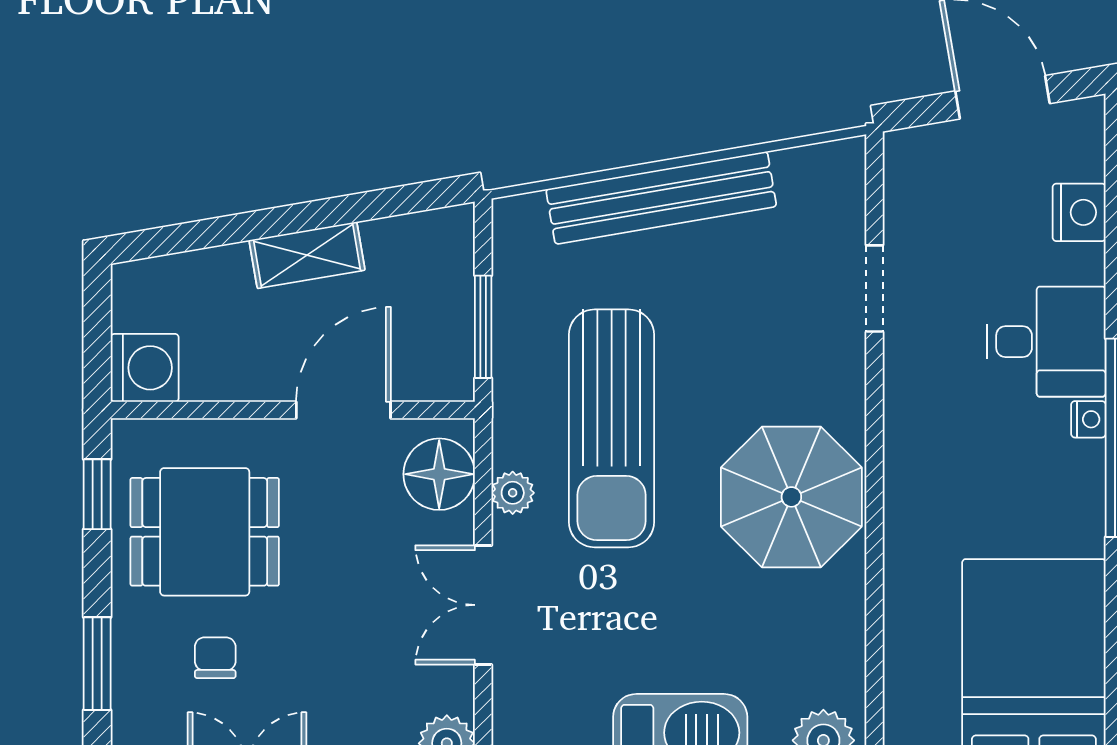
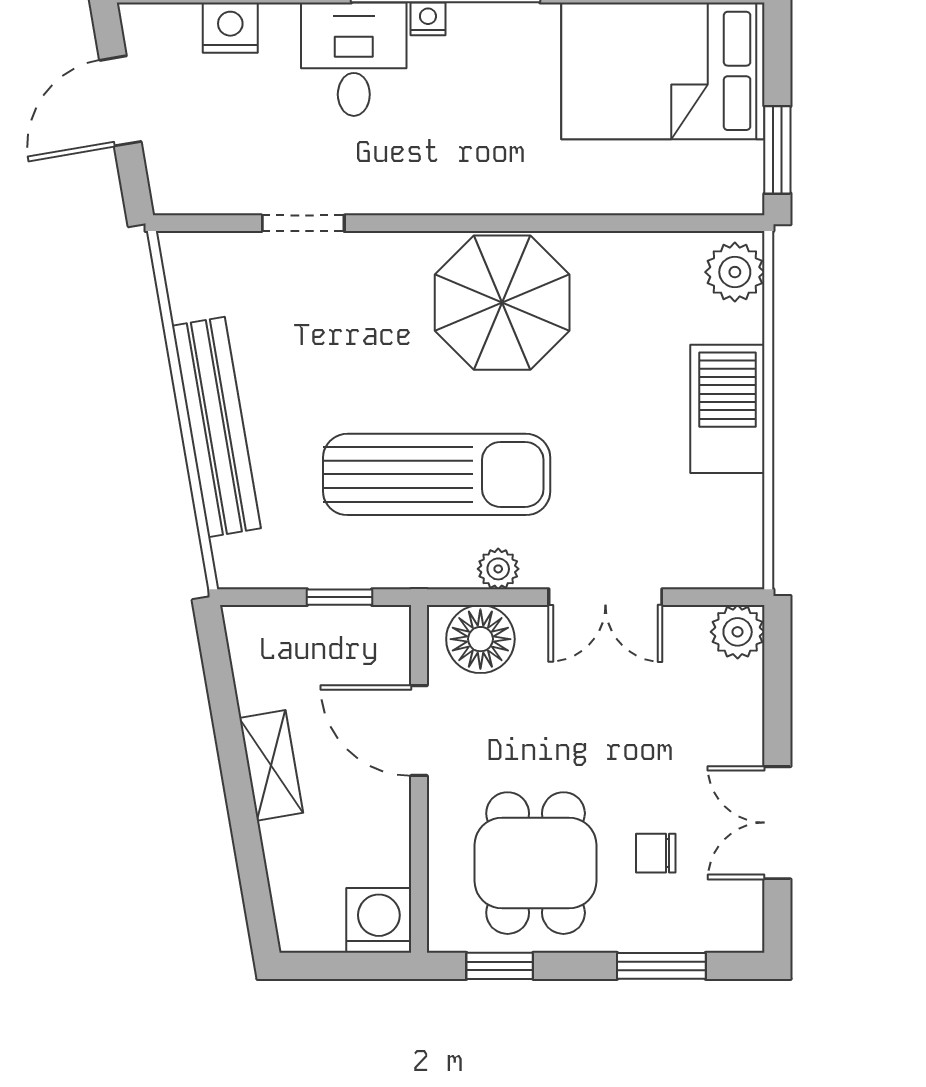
window: (483, 327) -> (340, 597), width x0.67

